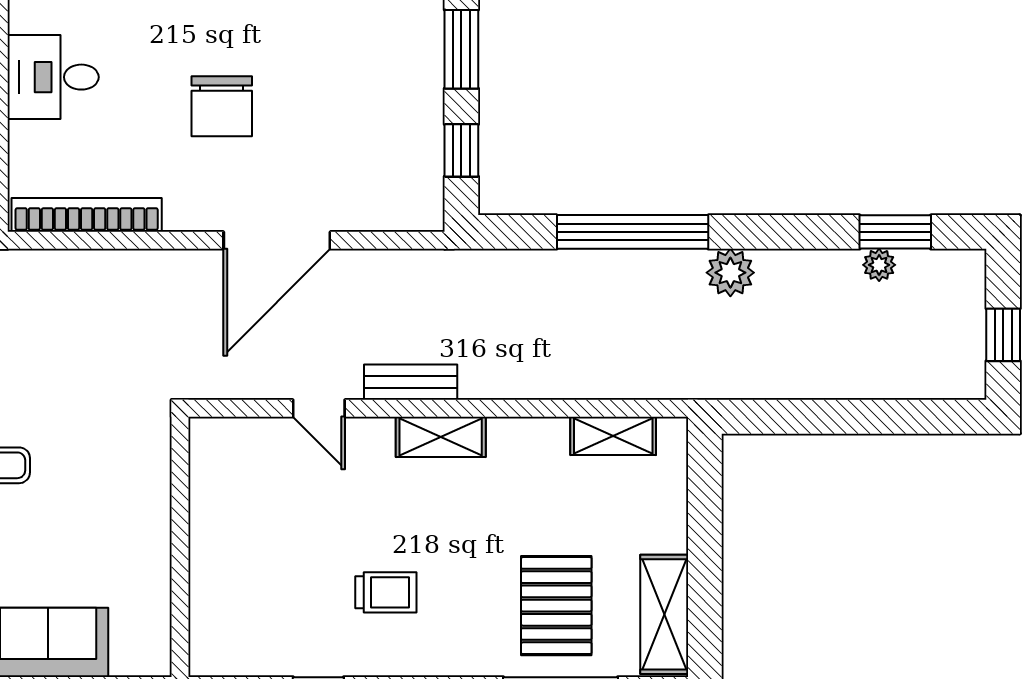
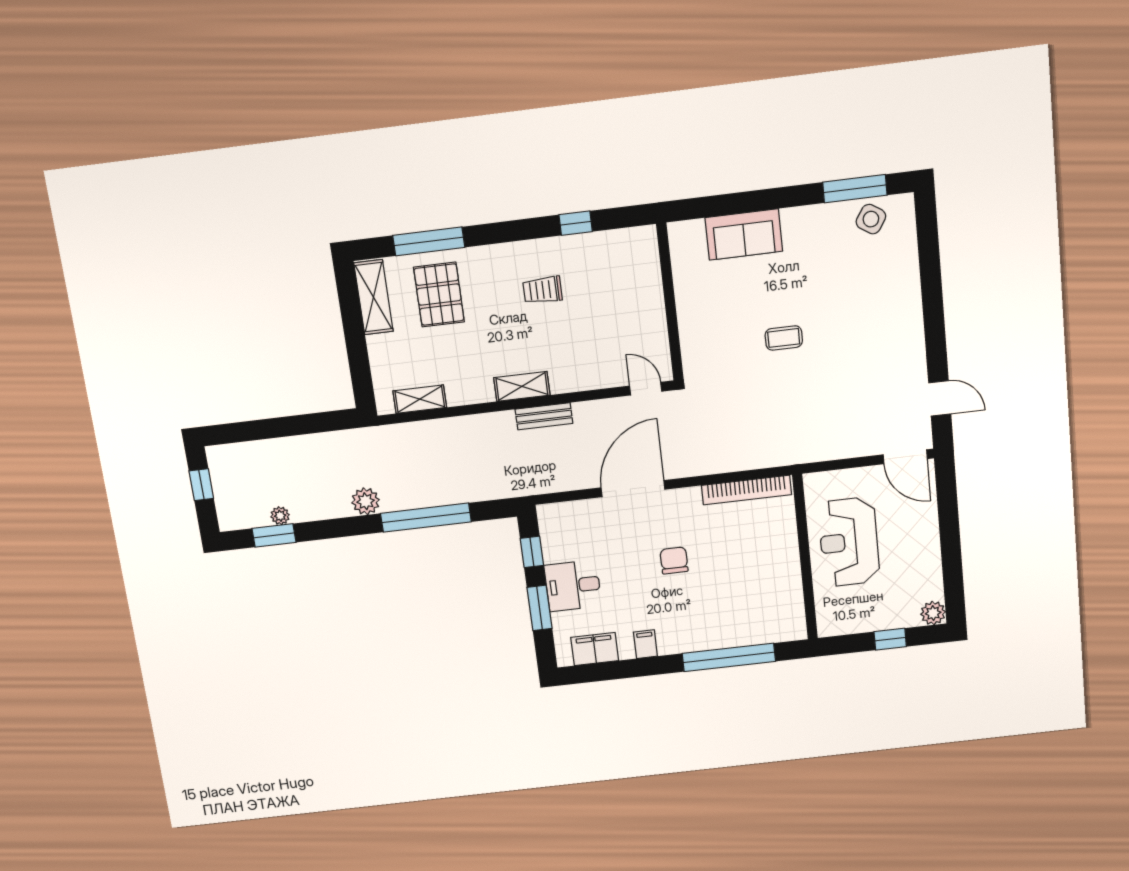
desk: (53, 77) -> (573, 586), moved, turned 180
chair: (222, 106) -> (674, 560), width x0.73, depth x0.73
door: (319, 408) -> (646, 389), moved

